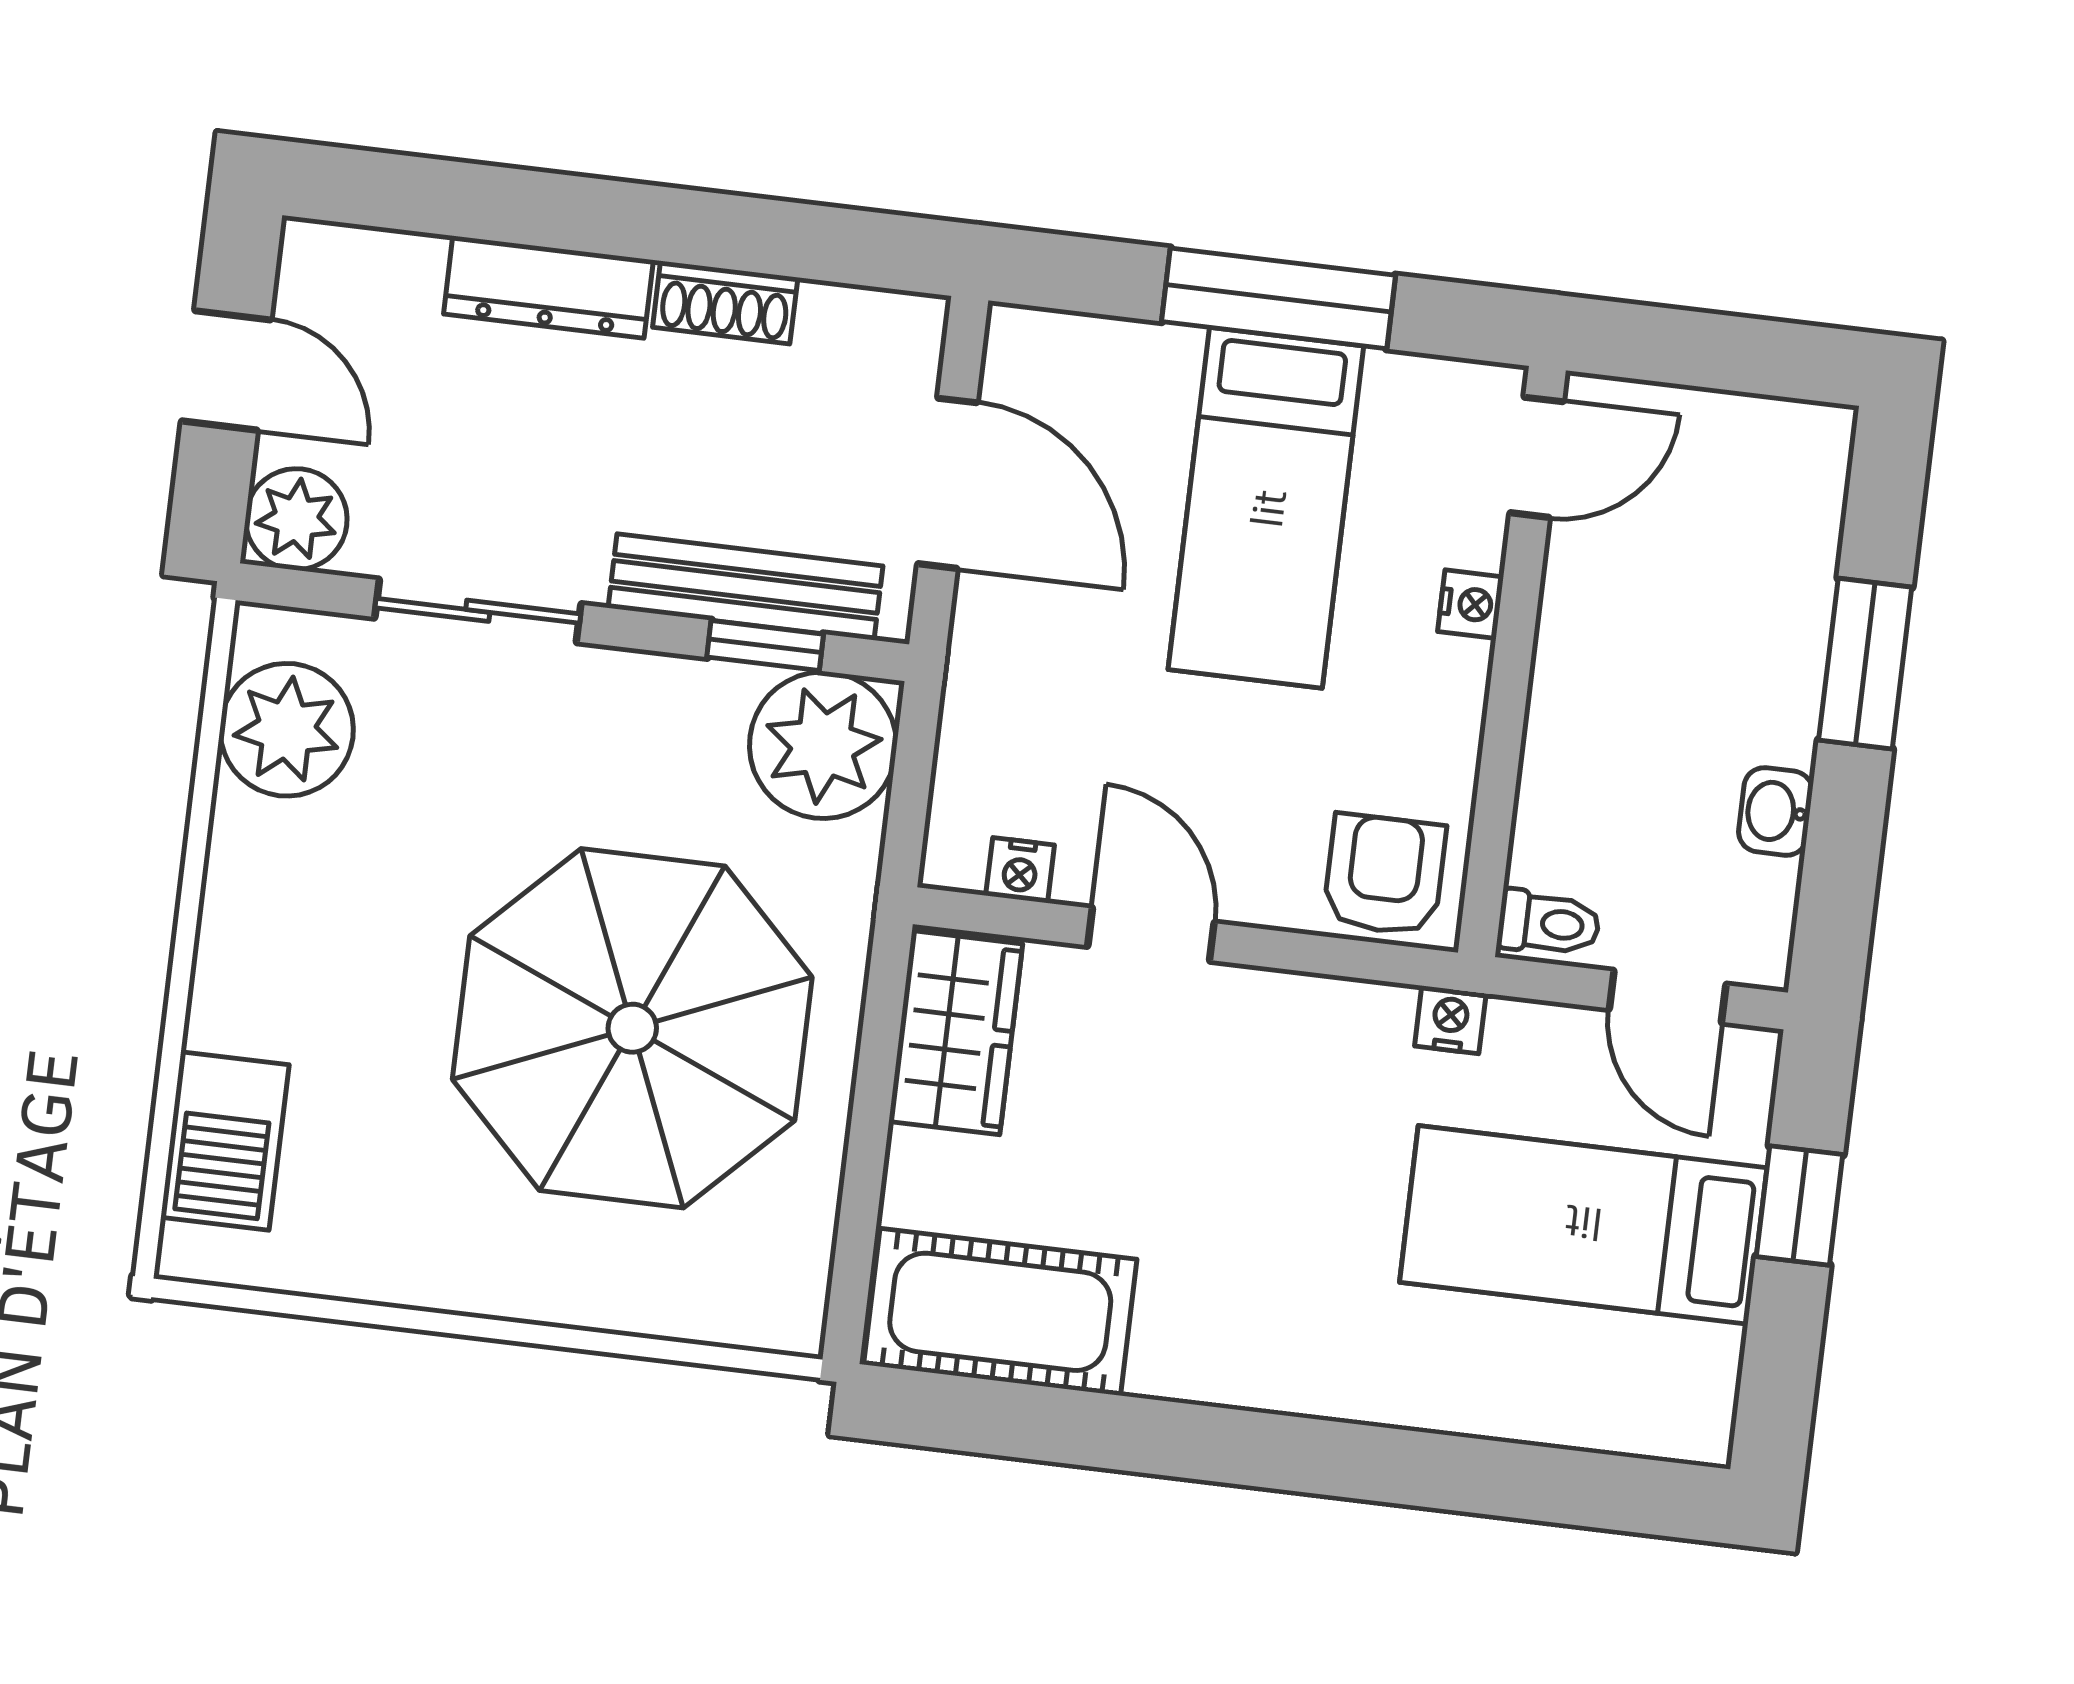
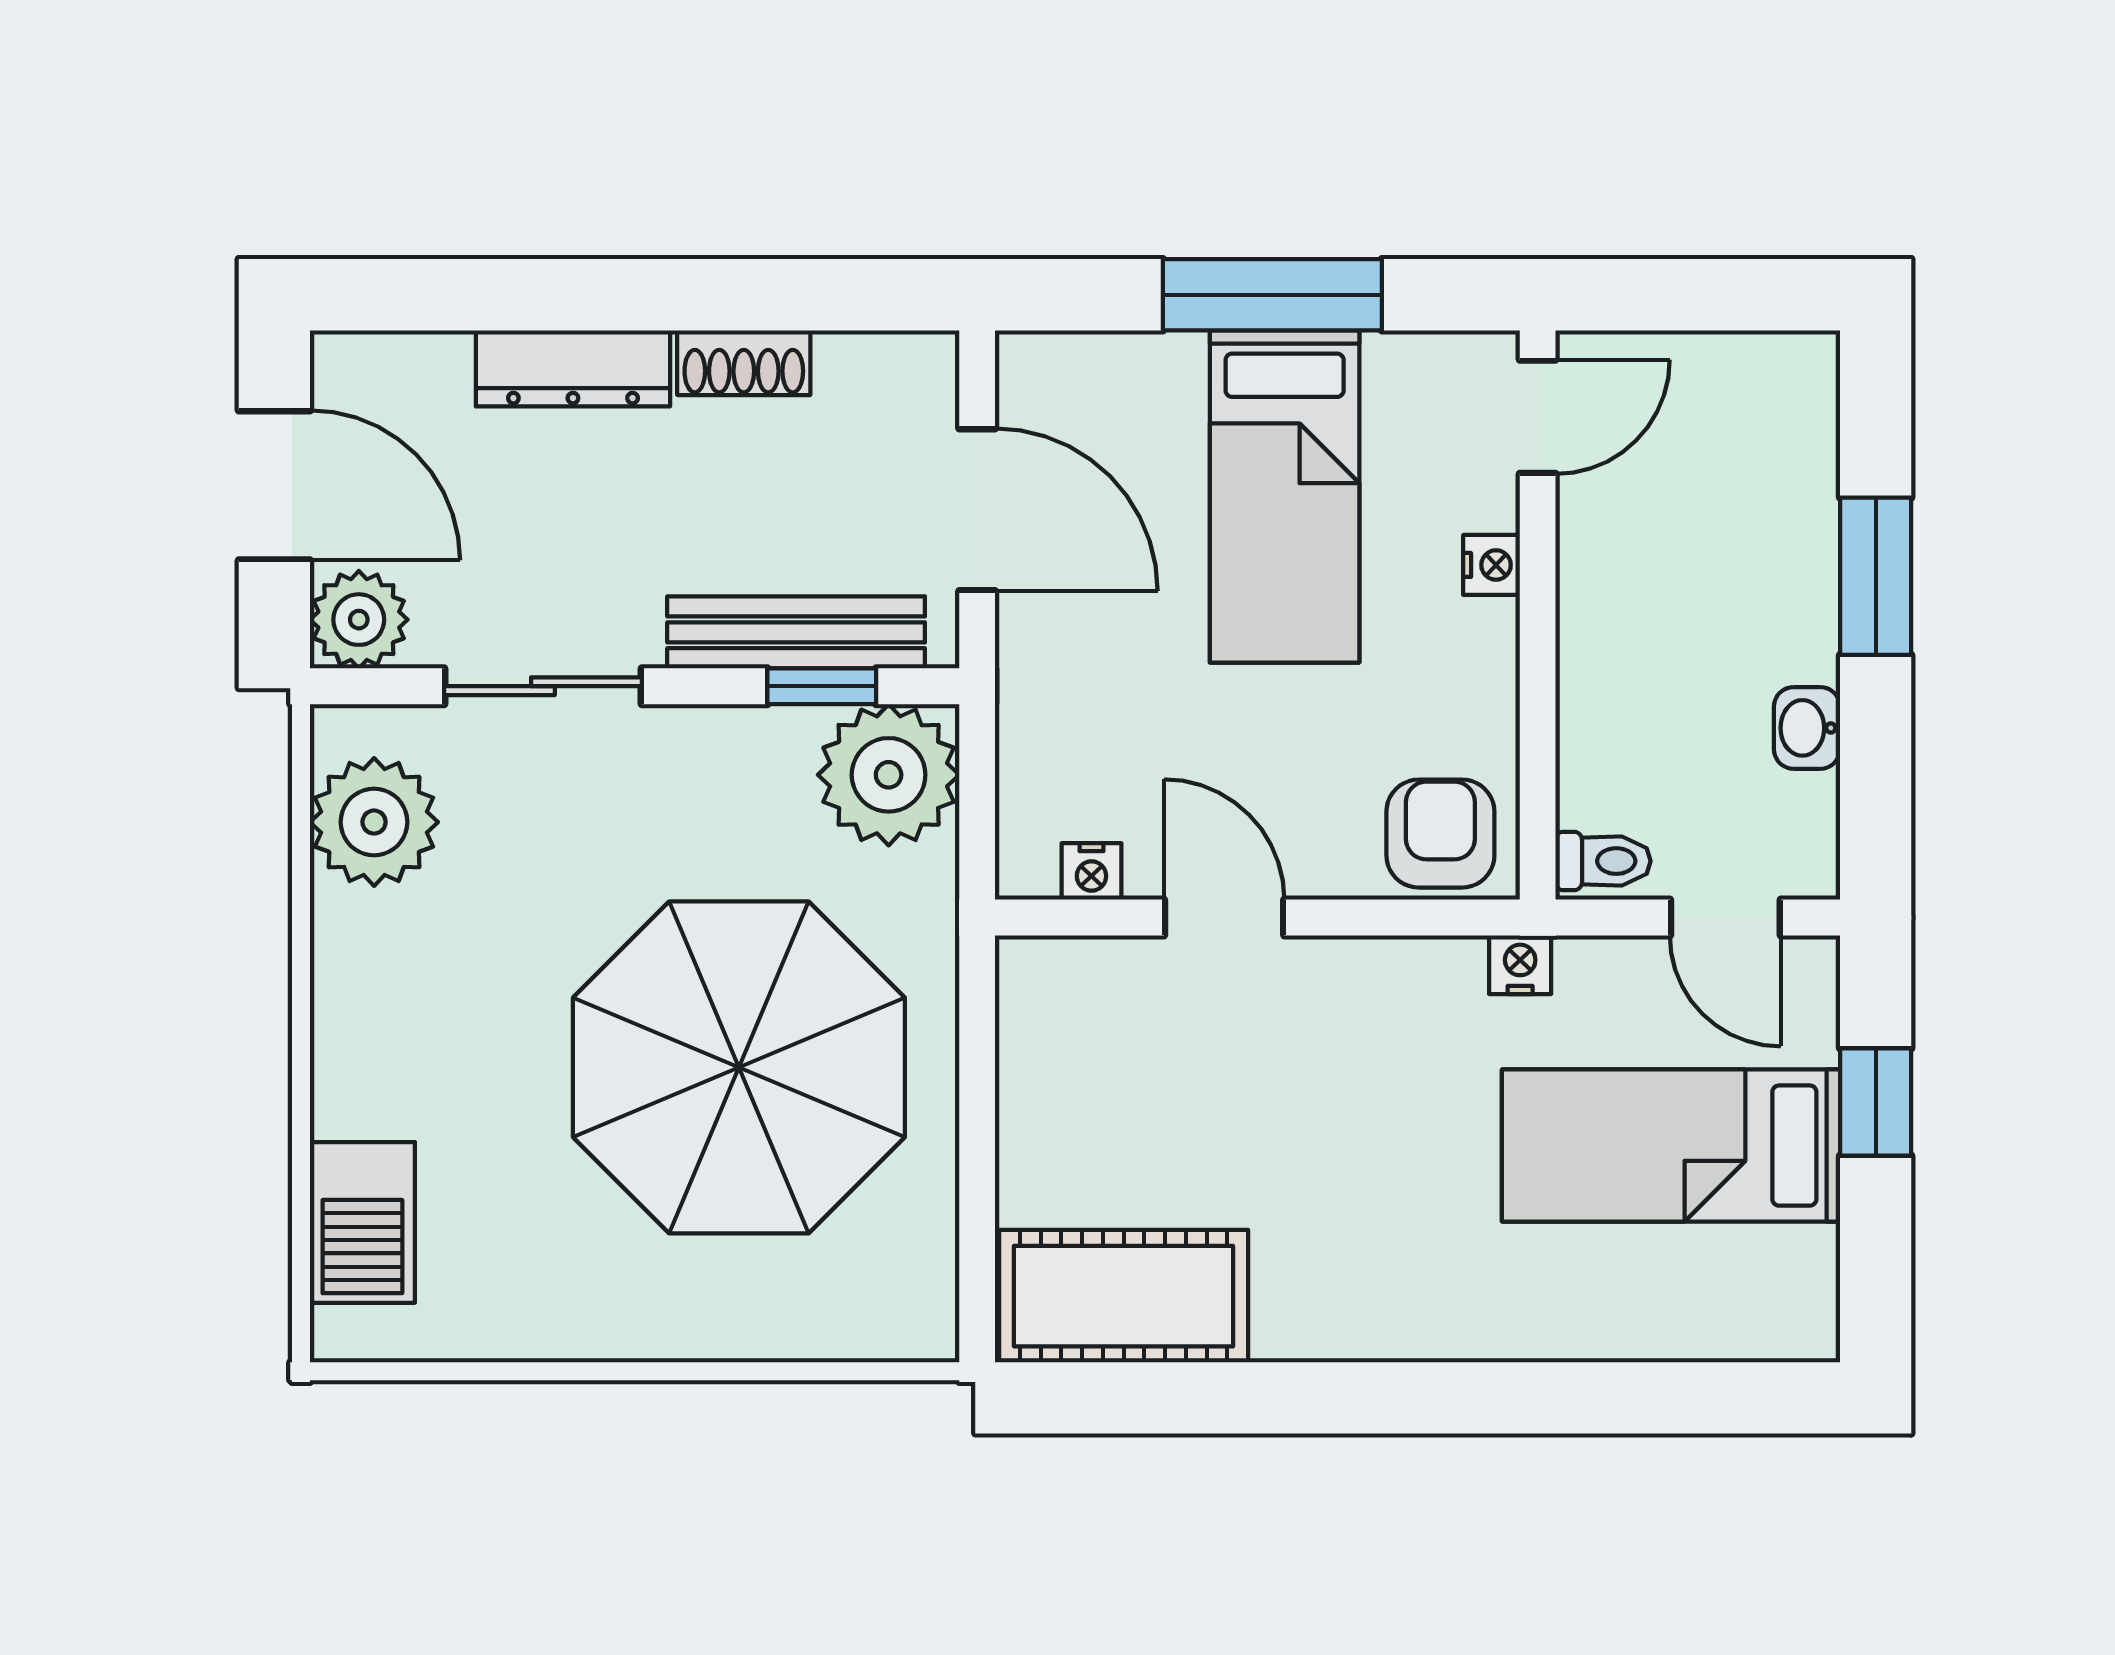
door: (226, 370) -> (274, 485), width x1.38
wardrobe: (956, 1033) -> (1049, 1034), removed

